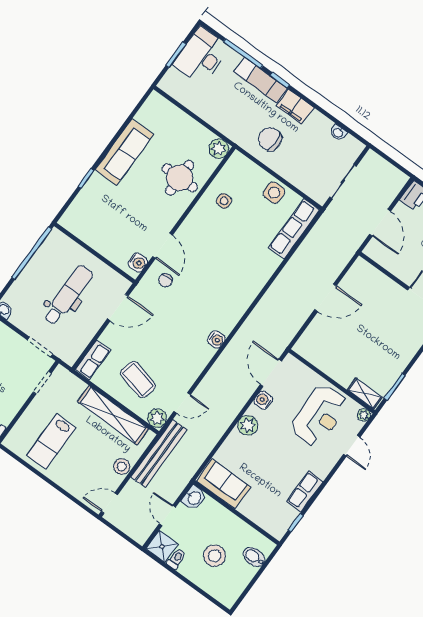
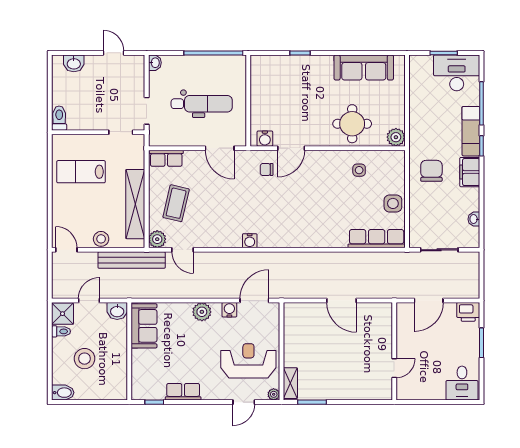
sofa: (124, 152) -> (364, 67), moved
reception desk: (319, 416) -> (248, 361), turned 180
bidet: (254, 557) -> (63, 393), moved, turned 90

